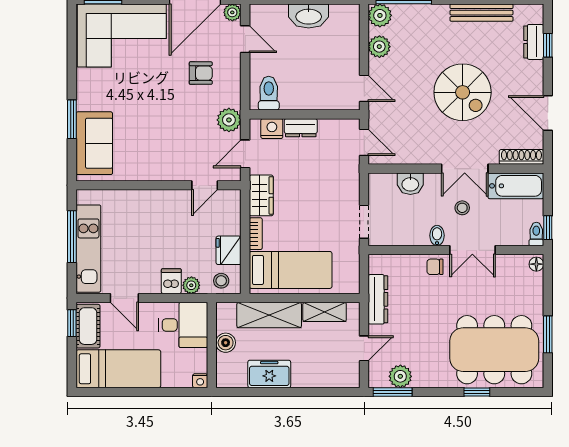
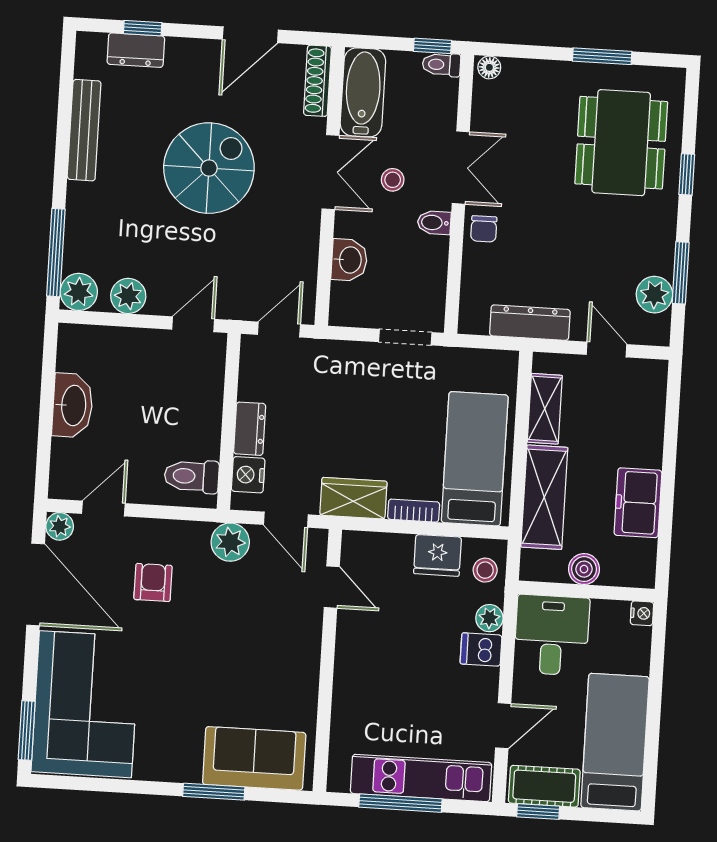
dining table: (494, 350) -> (621, 143), width x0.73, depth x0.80
window: (393, 392) -> (681, 273), moved

